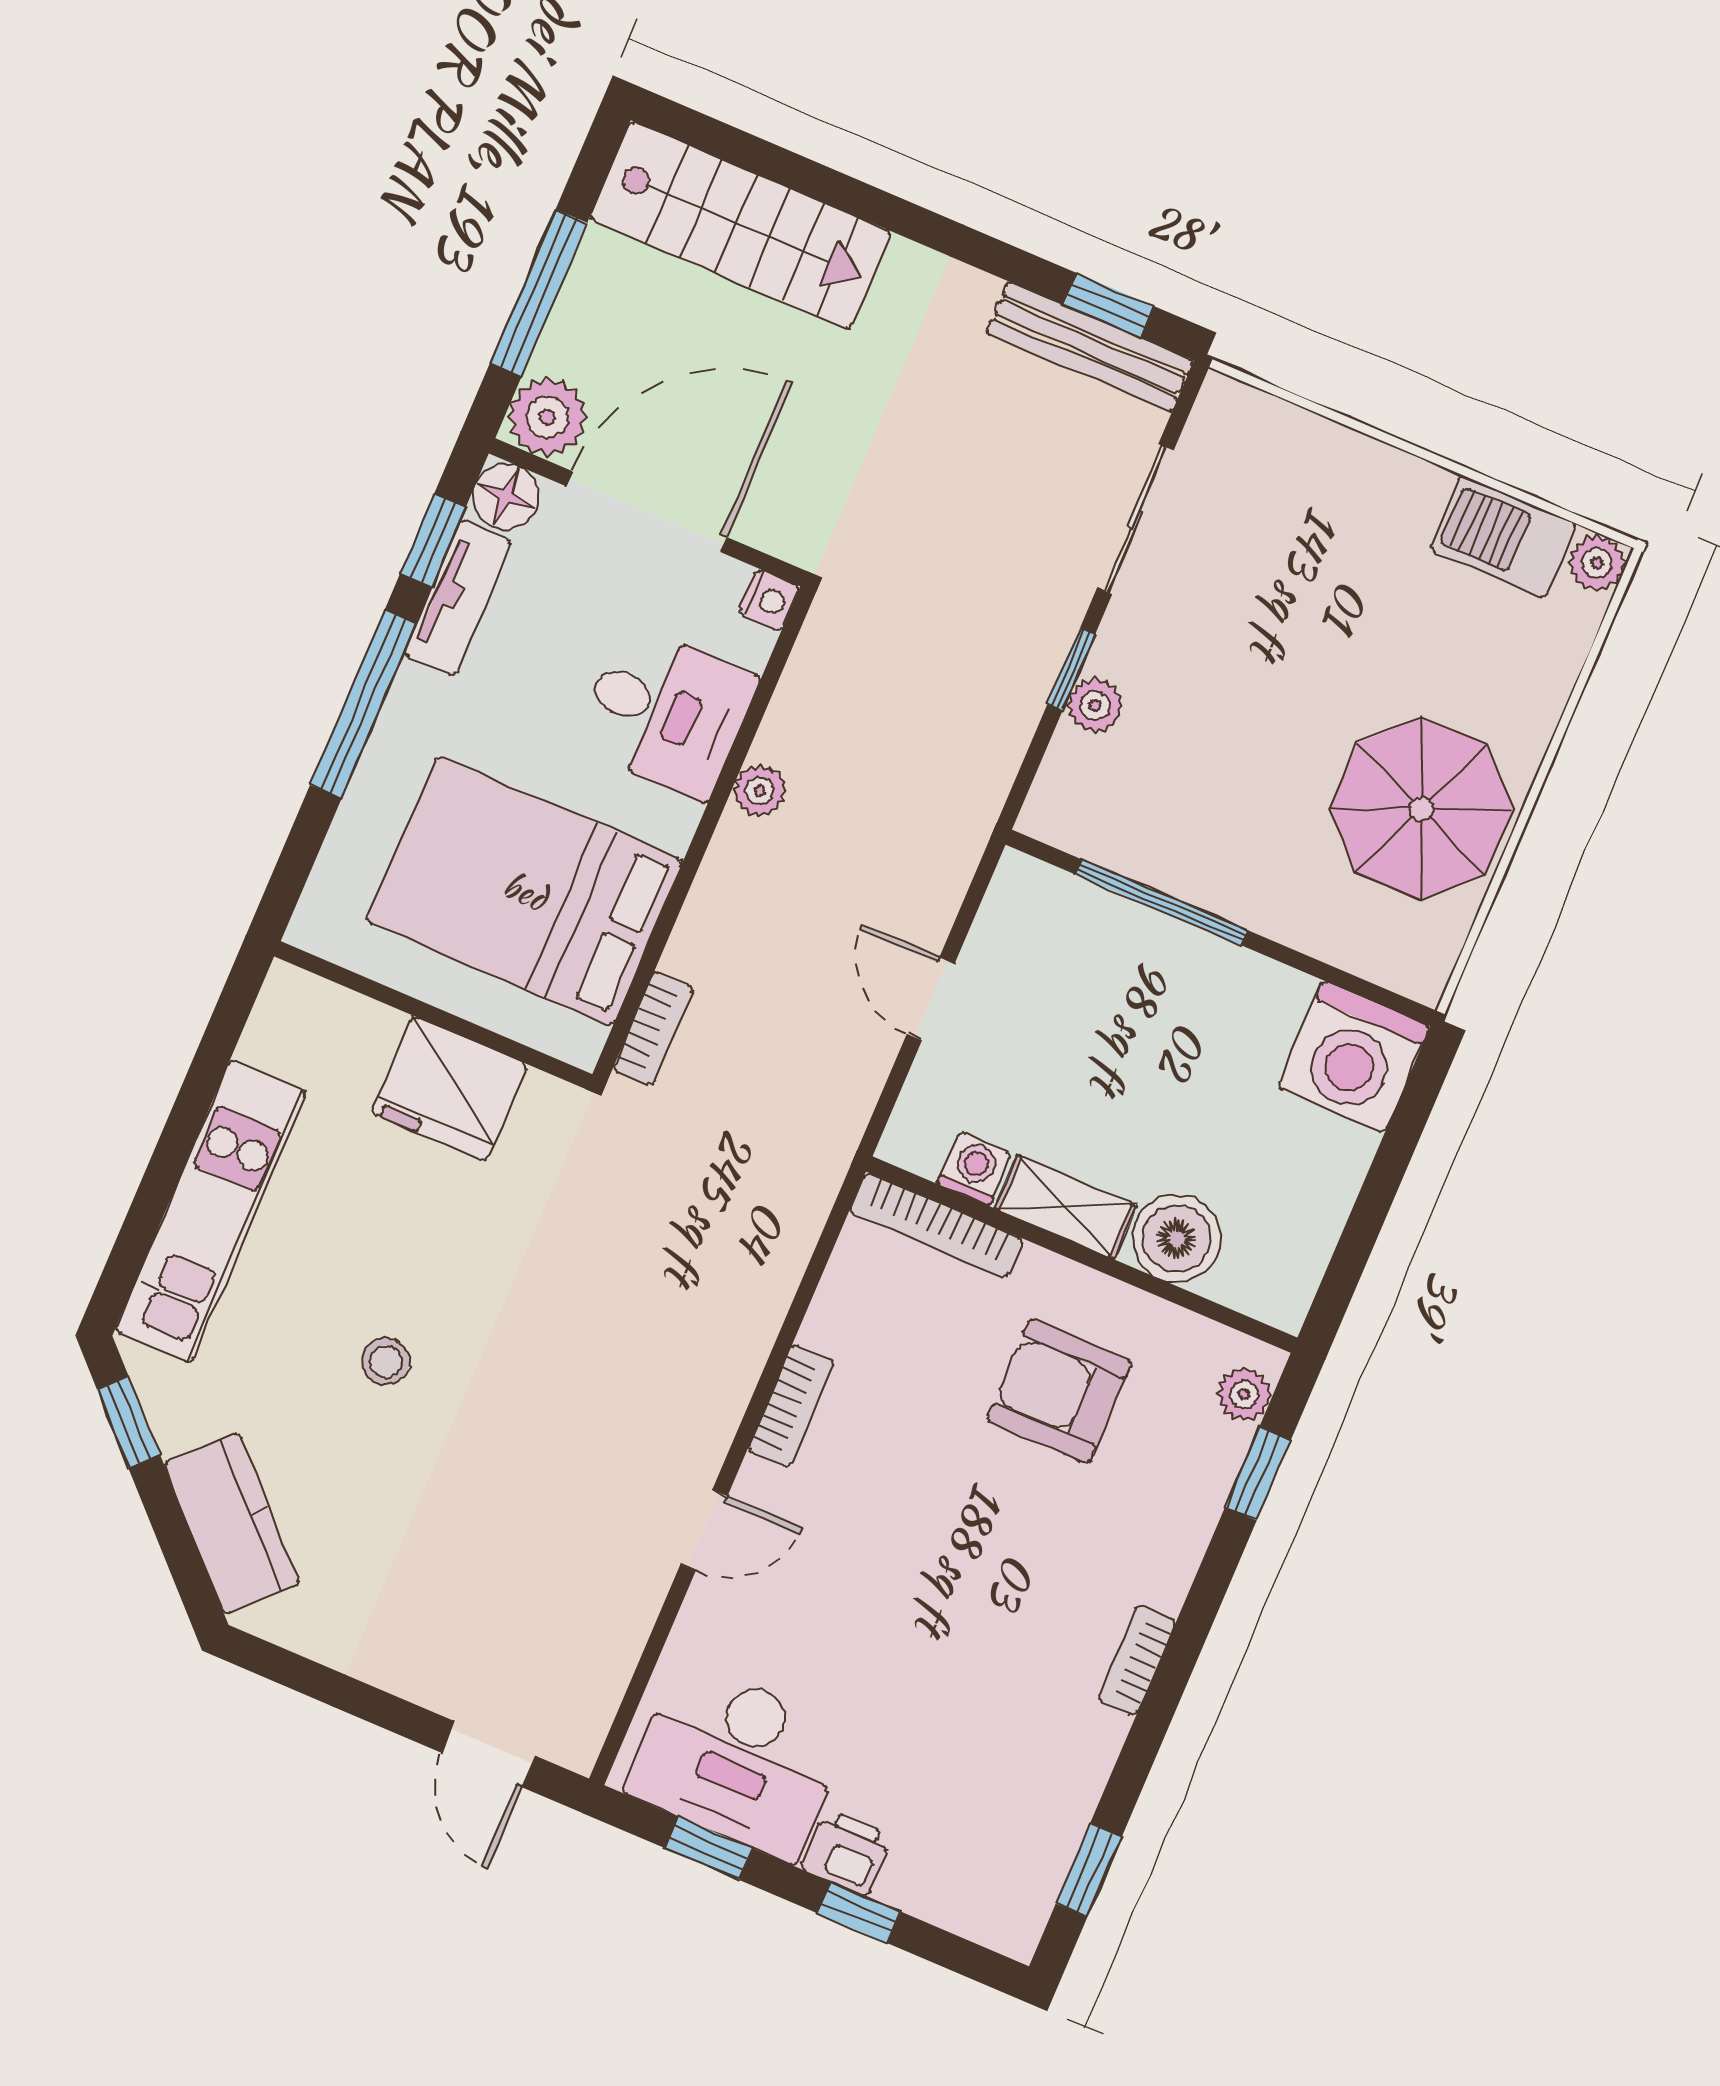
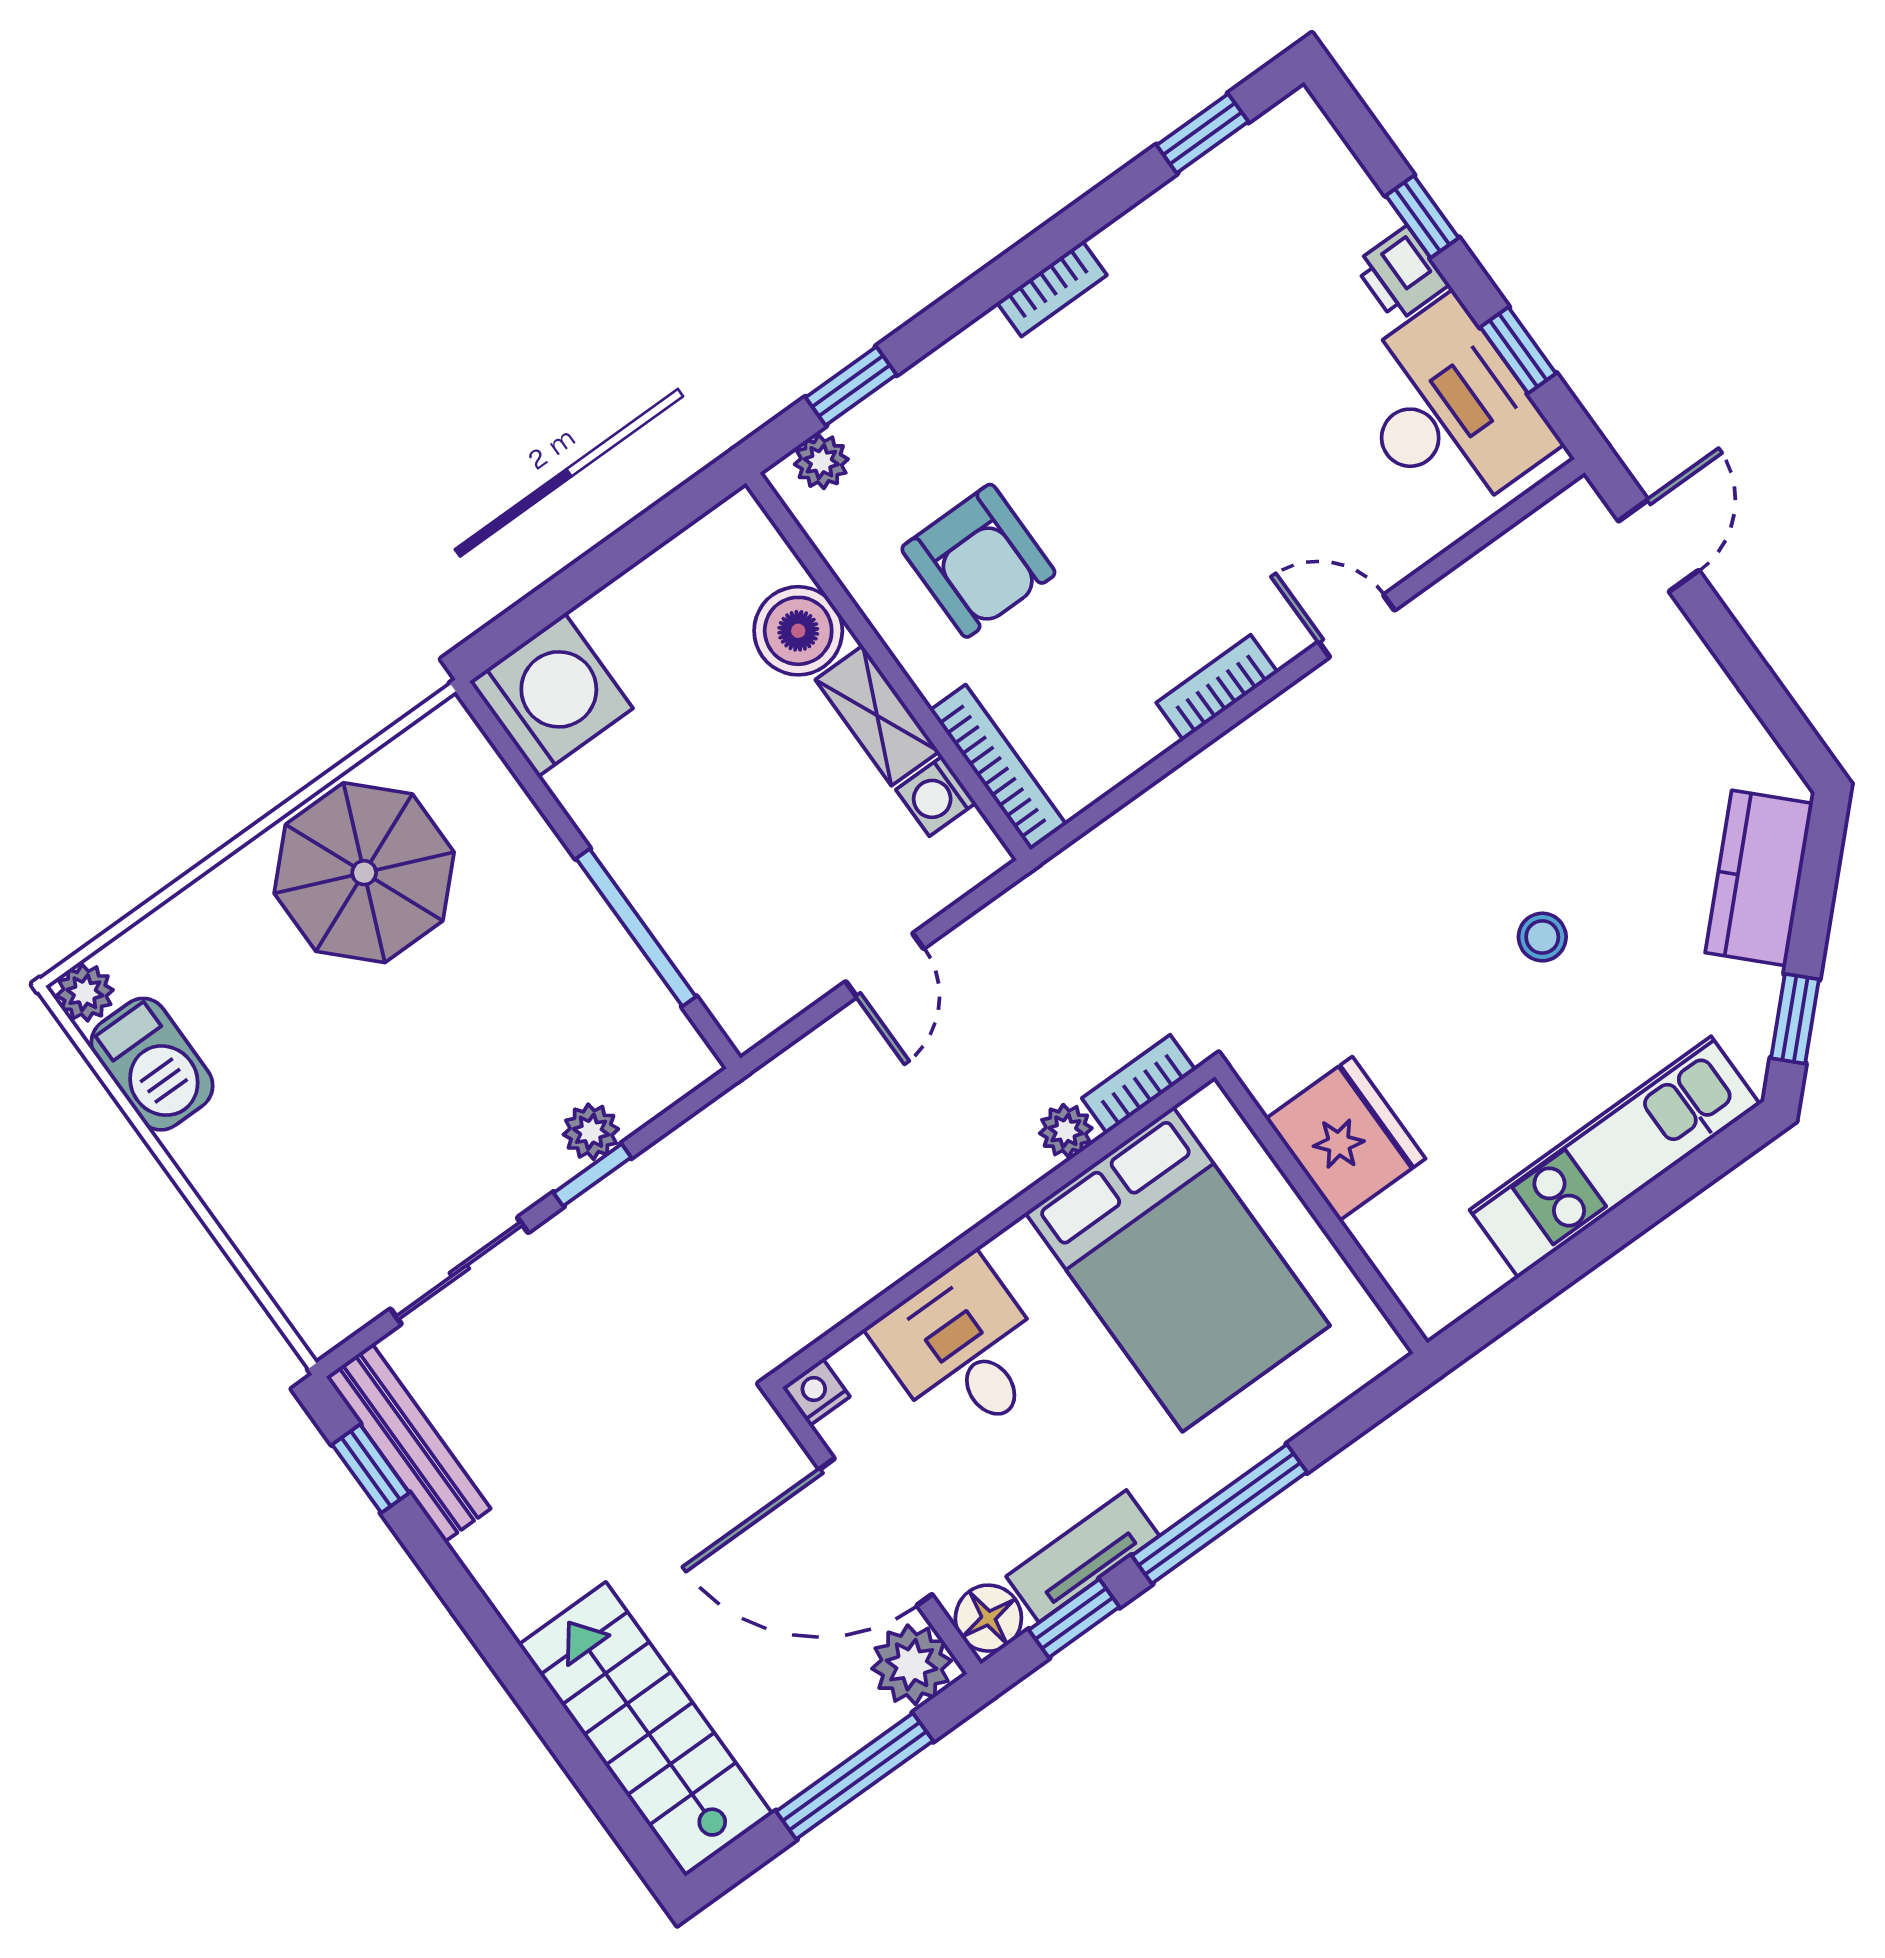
plant: (760, 791) -> (1066, 1131), moved

